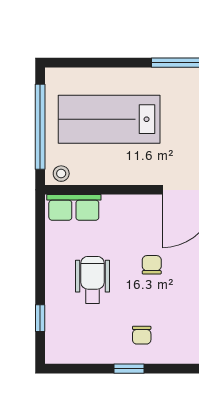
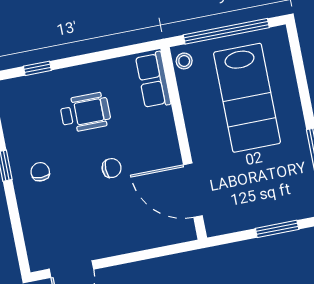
lab bench: (109, 119) -> (247, 98), turned 180
chair: (142, 335) -> (40, 172), turned 90

